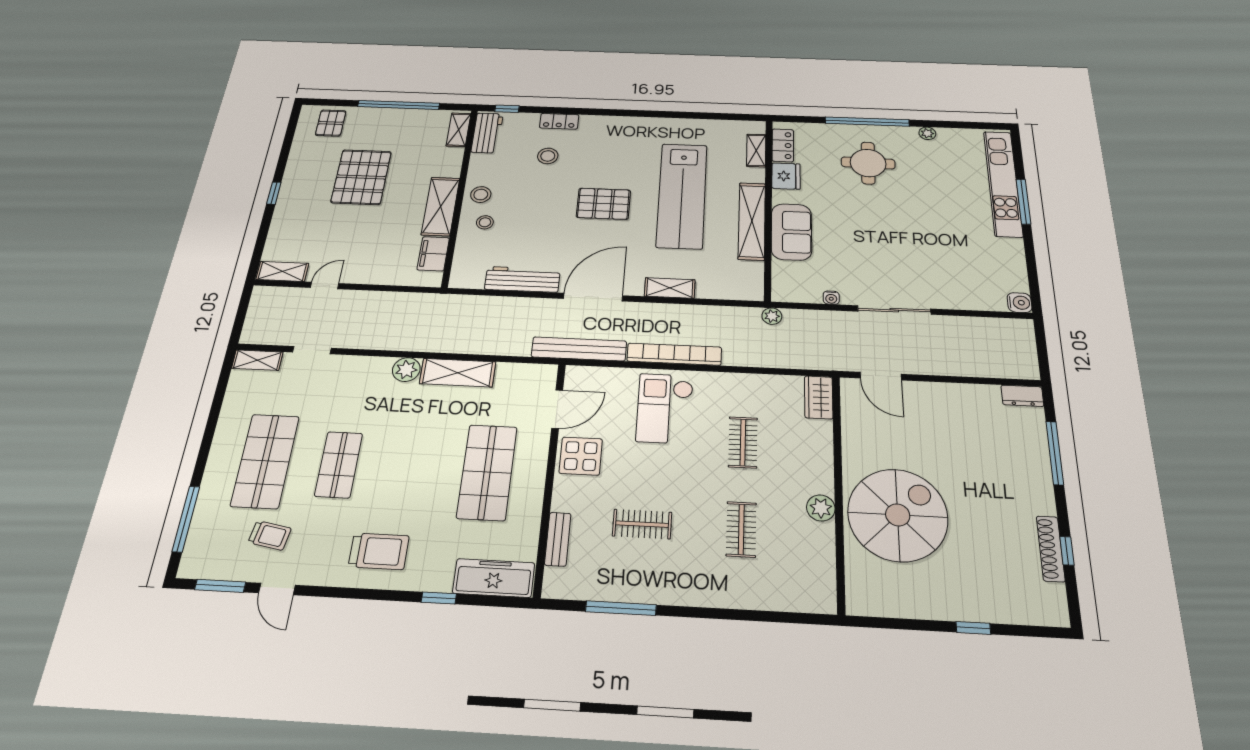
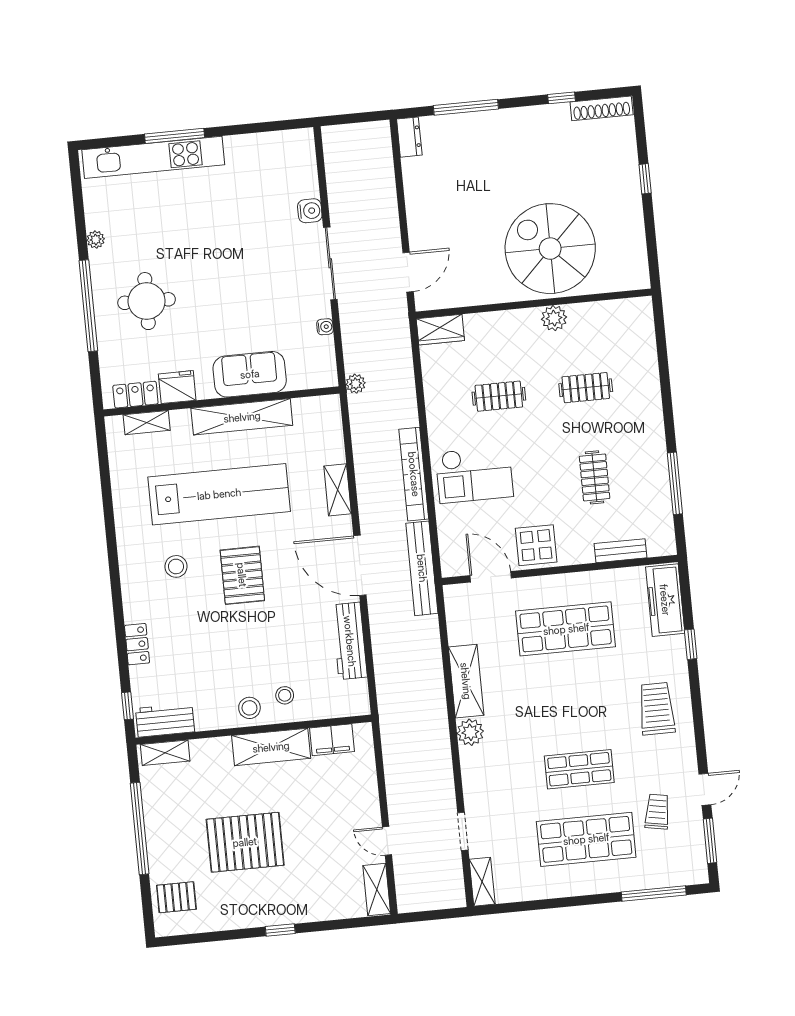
stool: (548, 156) -> (176, 566), moved
water cooler: (1019, 303) -> (310, 211), moved, turned 90
shoe rack: (1051, 549) -> (602, 108), moved

